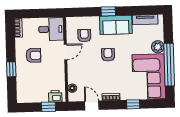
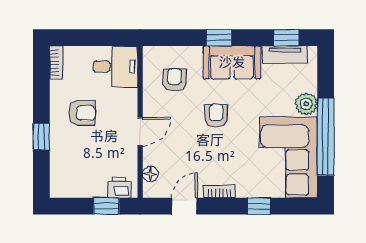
window: (146, 10) -> (286, 38), added
door: (66, 52) -> (140, 132), moved
door: (92, 106) -> (184, 206), hinge flipped

